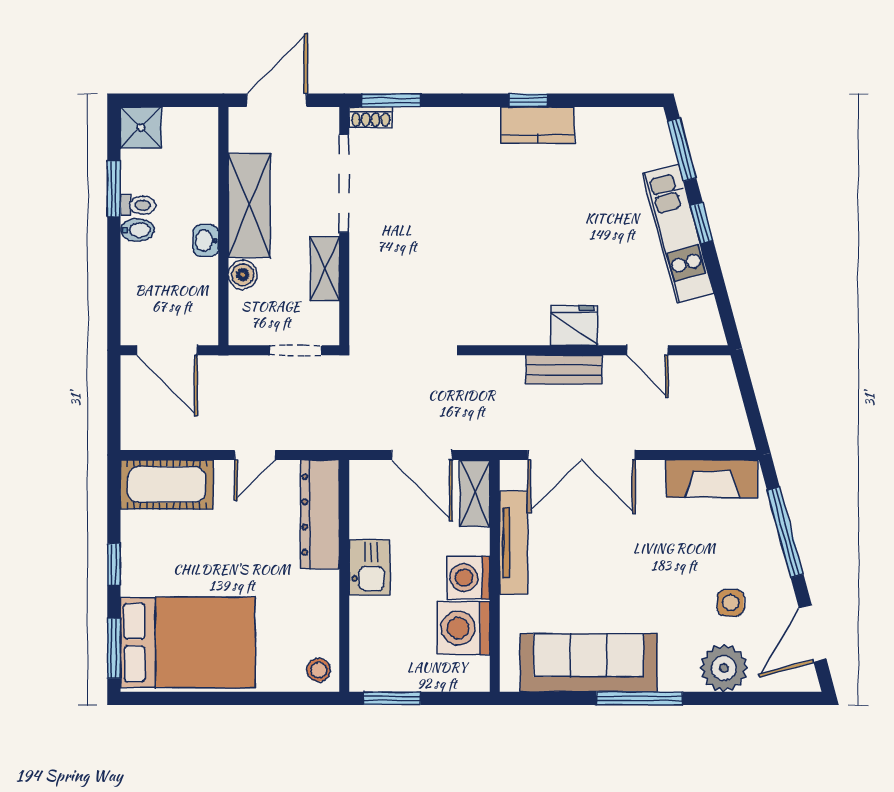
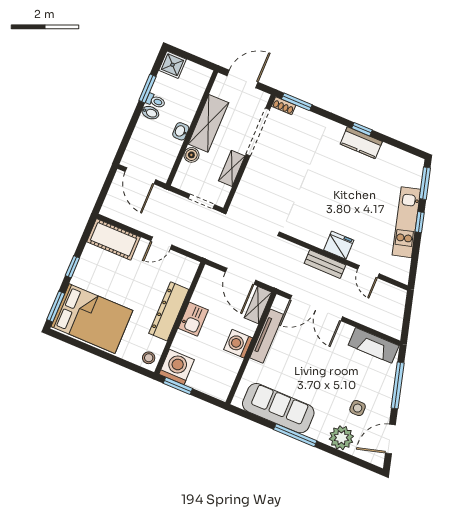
dresser: (320, 514) -> (169, 311), moved
washing machine: (463, 628) -> (177, 367), moved, turned 90

